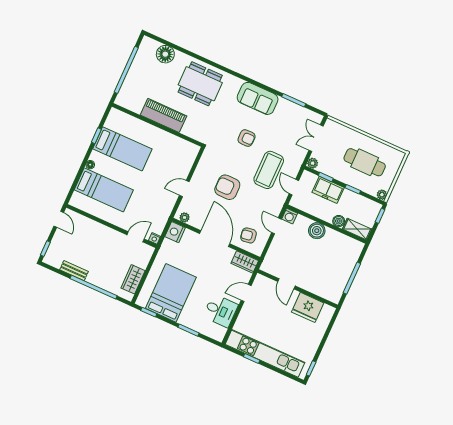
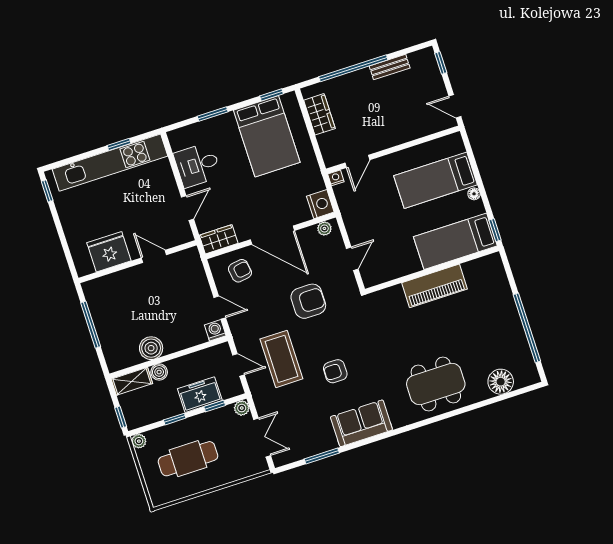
piano: (163, 115) -> (434, 286), moved
wall: (157, 125) -> (432, 270), moved
boiler: (317, 231) -> (151, 348), moved

